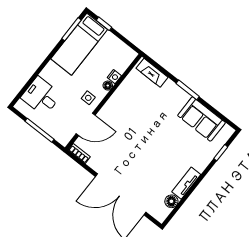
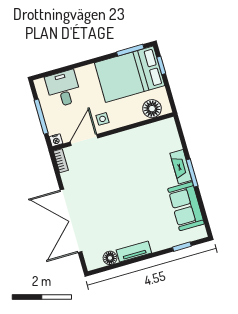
bed: (79, 44) -> (130, 74), width x1.50
fireplace: (152, 73) -> (181, 167), moved
nightstand: (114, 77) -> (56, 140), moved
floor lamp: (108, 86) -> (152, 109), moved, width x1.89, depth x1.89
door: (86, 124) -> (84, 140), swing flipped

